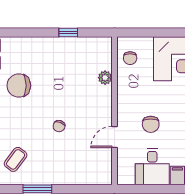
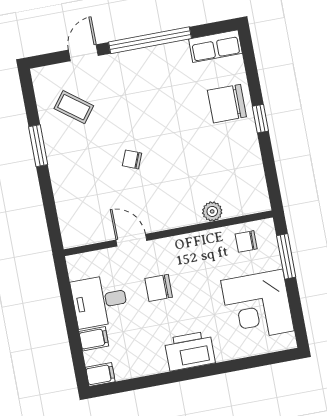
window: (68, 33) -> (260, 119), moved
window: (145, 33) -> (286, 256), added
chair: (19, 86) -> (227, 104), moved, turned -90

